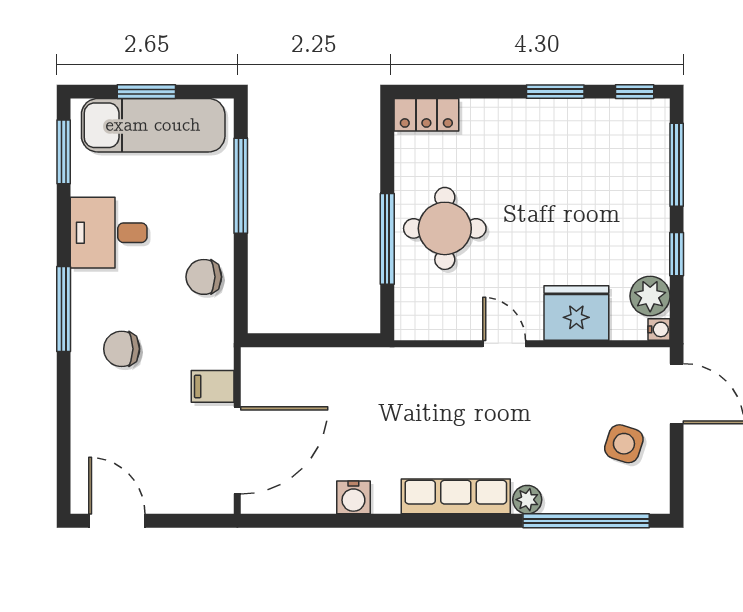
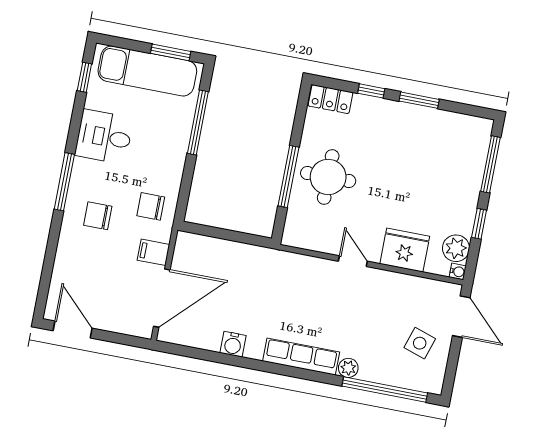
window: (146, 92) -> (171, 52), moved
window: (635, 92) -> (371, 91), moved
window: (64, 152) -> (84, 77), width x0.67
chair: (204, 277) -> (151, 206), moved

